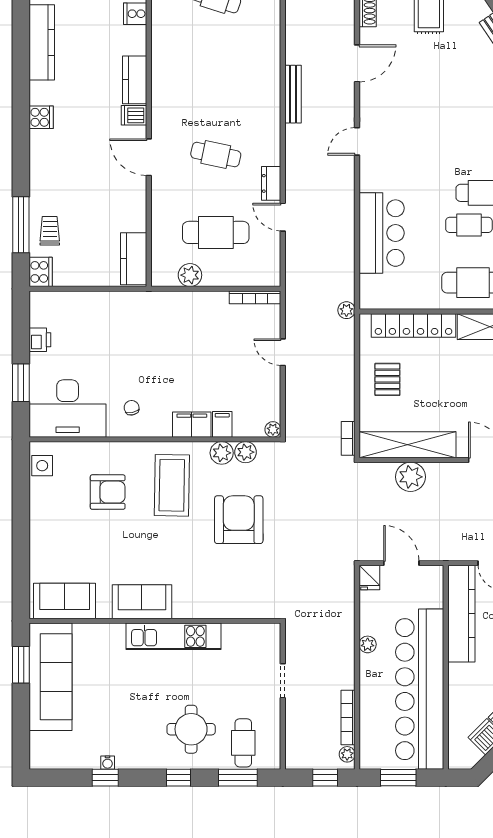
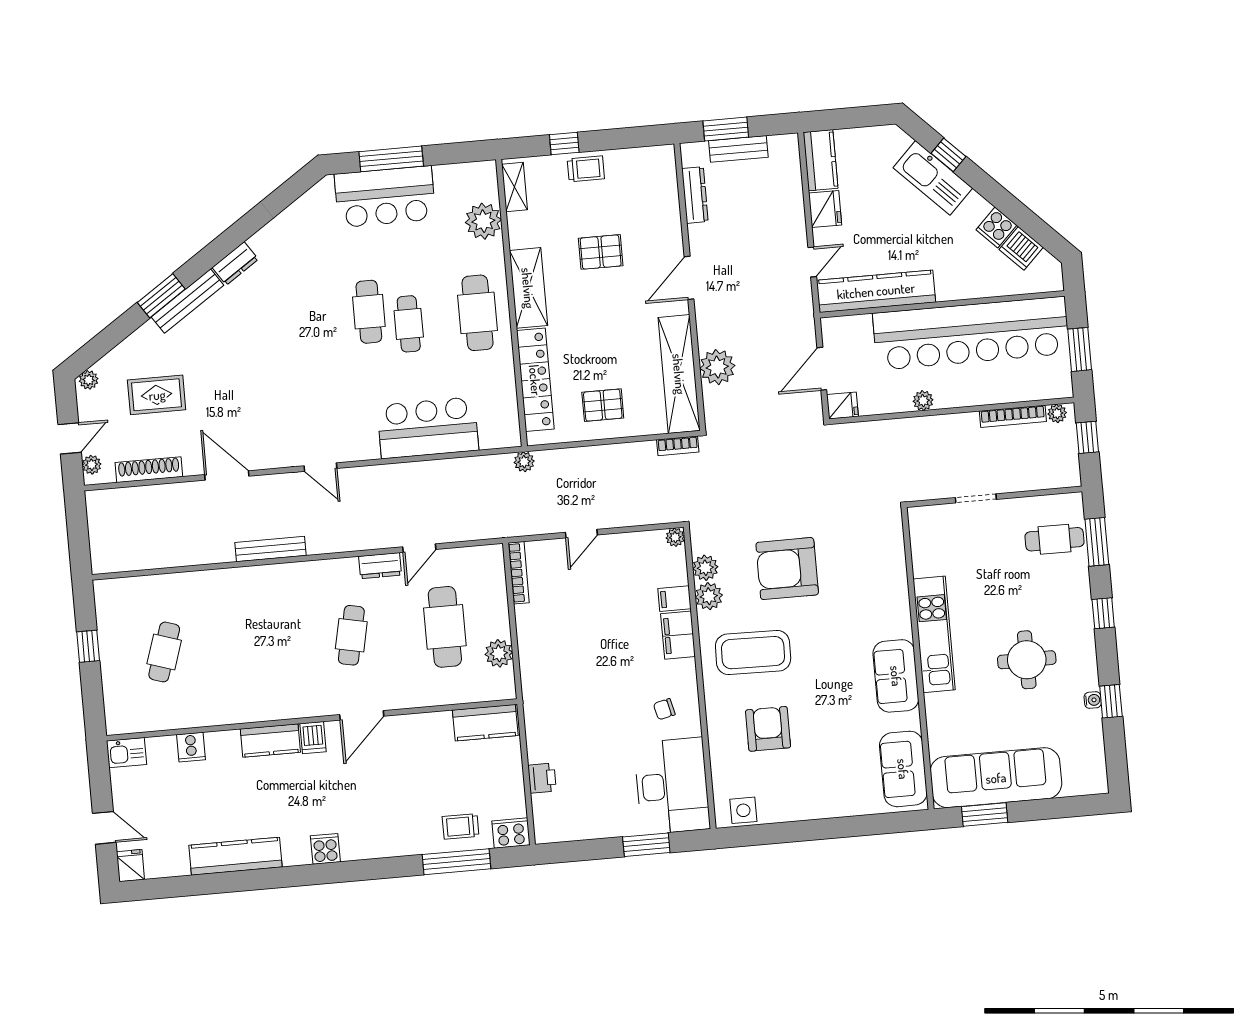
printer: (40, 340) -> (542, 778), moved, turned 90
round table: (191, 729) -> (1027, 660), moved

